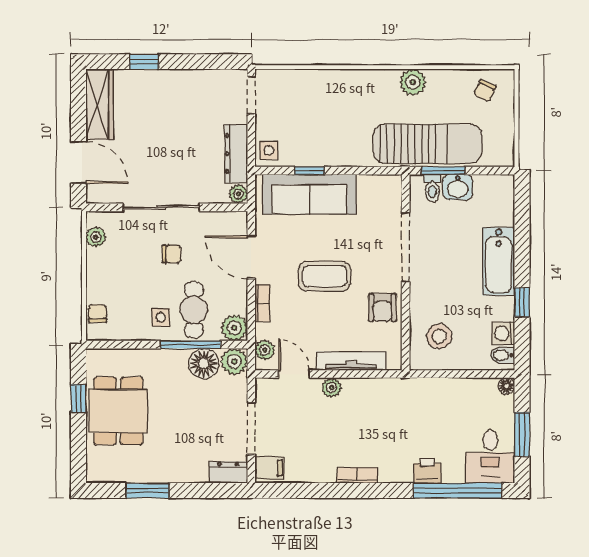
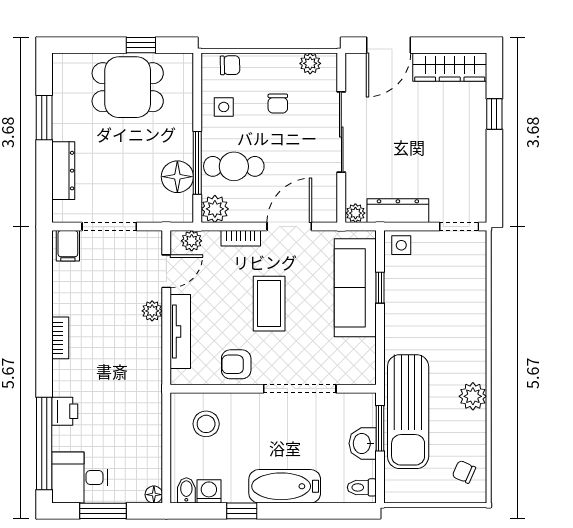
toilet: (432, 188) -> (362, 487), moved
chair: (172, 254) -> (278, 104), moved
side table: (161, 317) -> (224, 107), moved
plant: (234, 362) -> (179, 209), removed
dresser: (228, 472) -> (63, 171), moved, width x1.44

